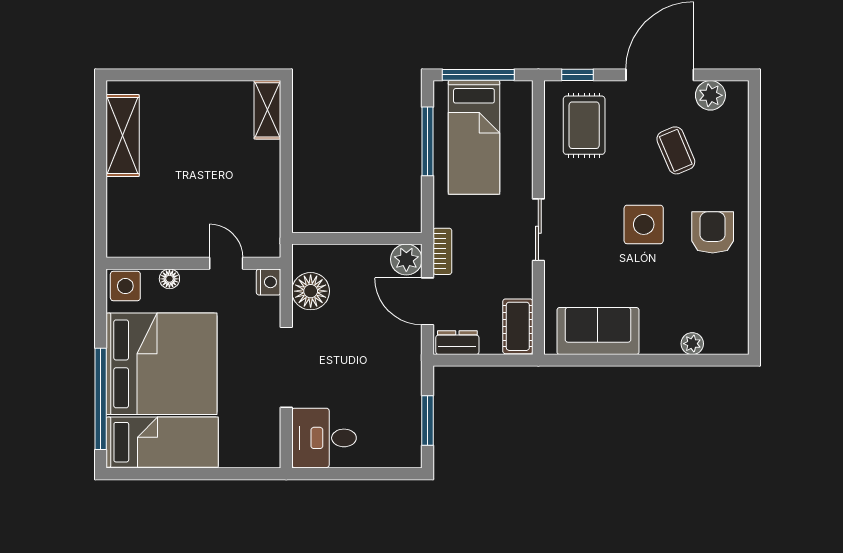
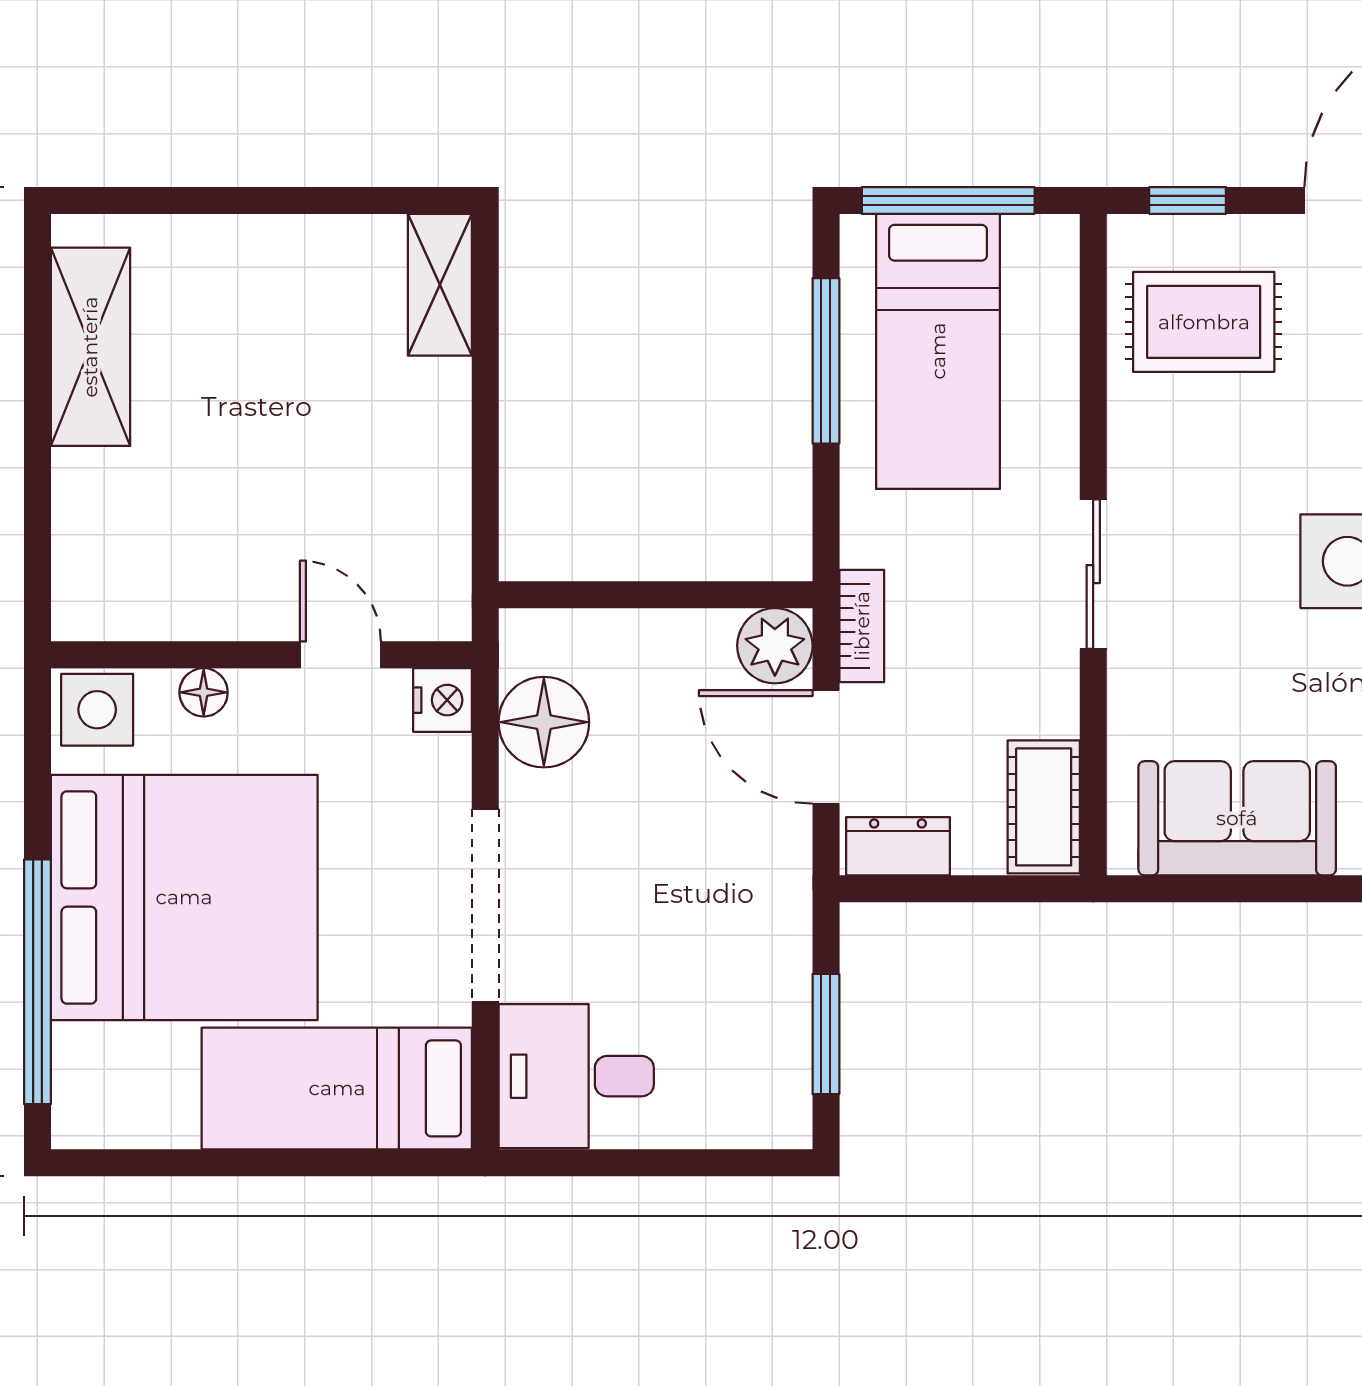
rug: (584, 125) -> (1204, 322), turned 90
bed: (162, 442) -> (337, 1088), moved, turned 180

